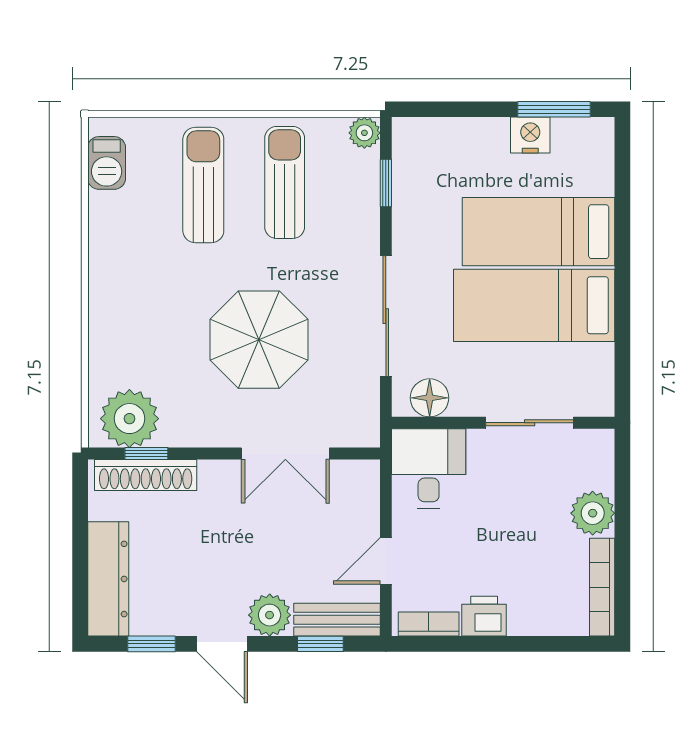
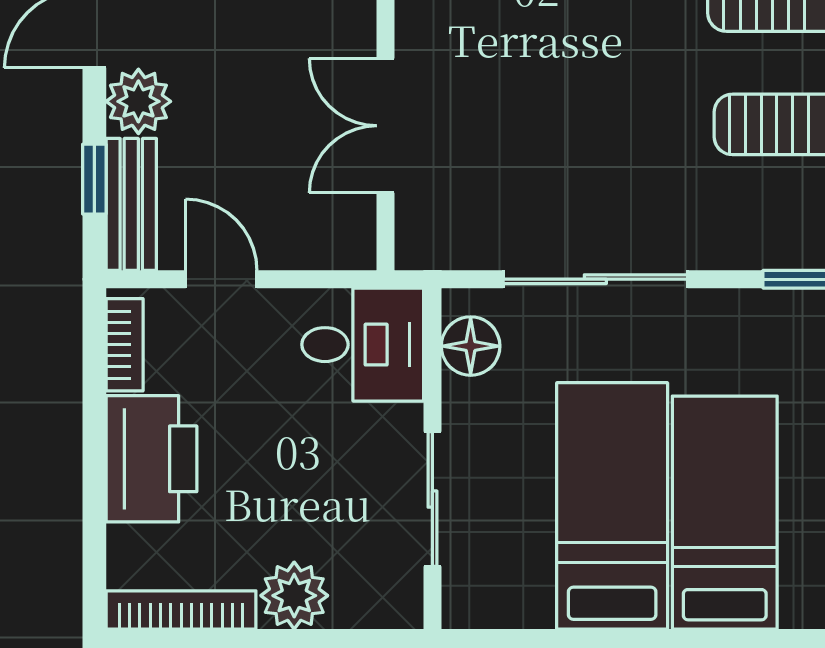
parasol: (259, 340) -> (560, 85), removed
printer: (484, 616) -> (151, 459), width x1.87, depth x1.48

